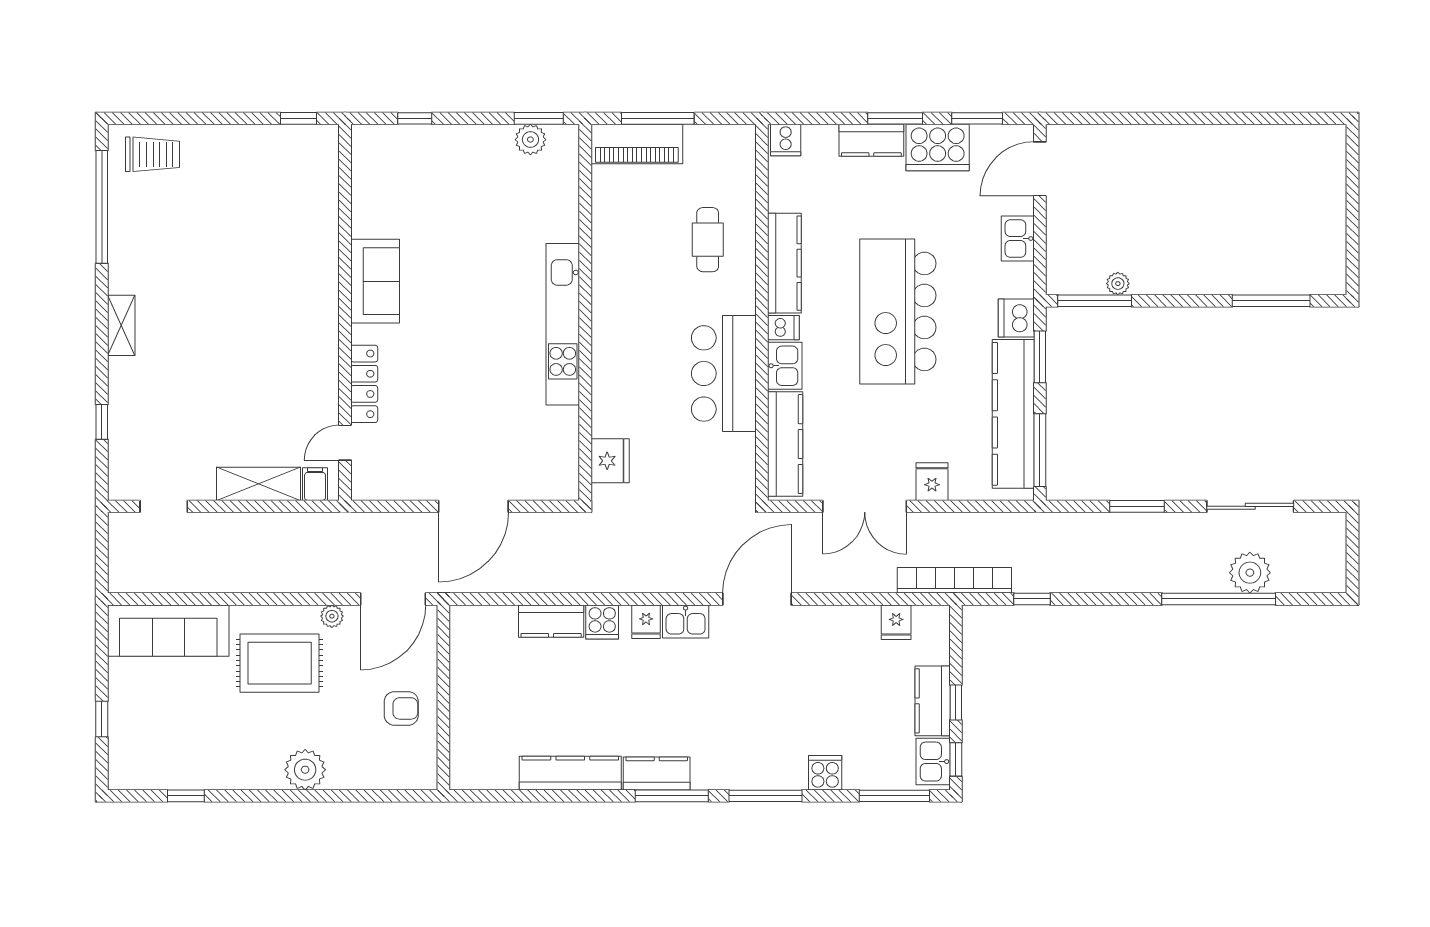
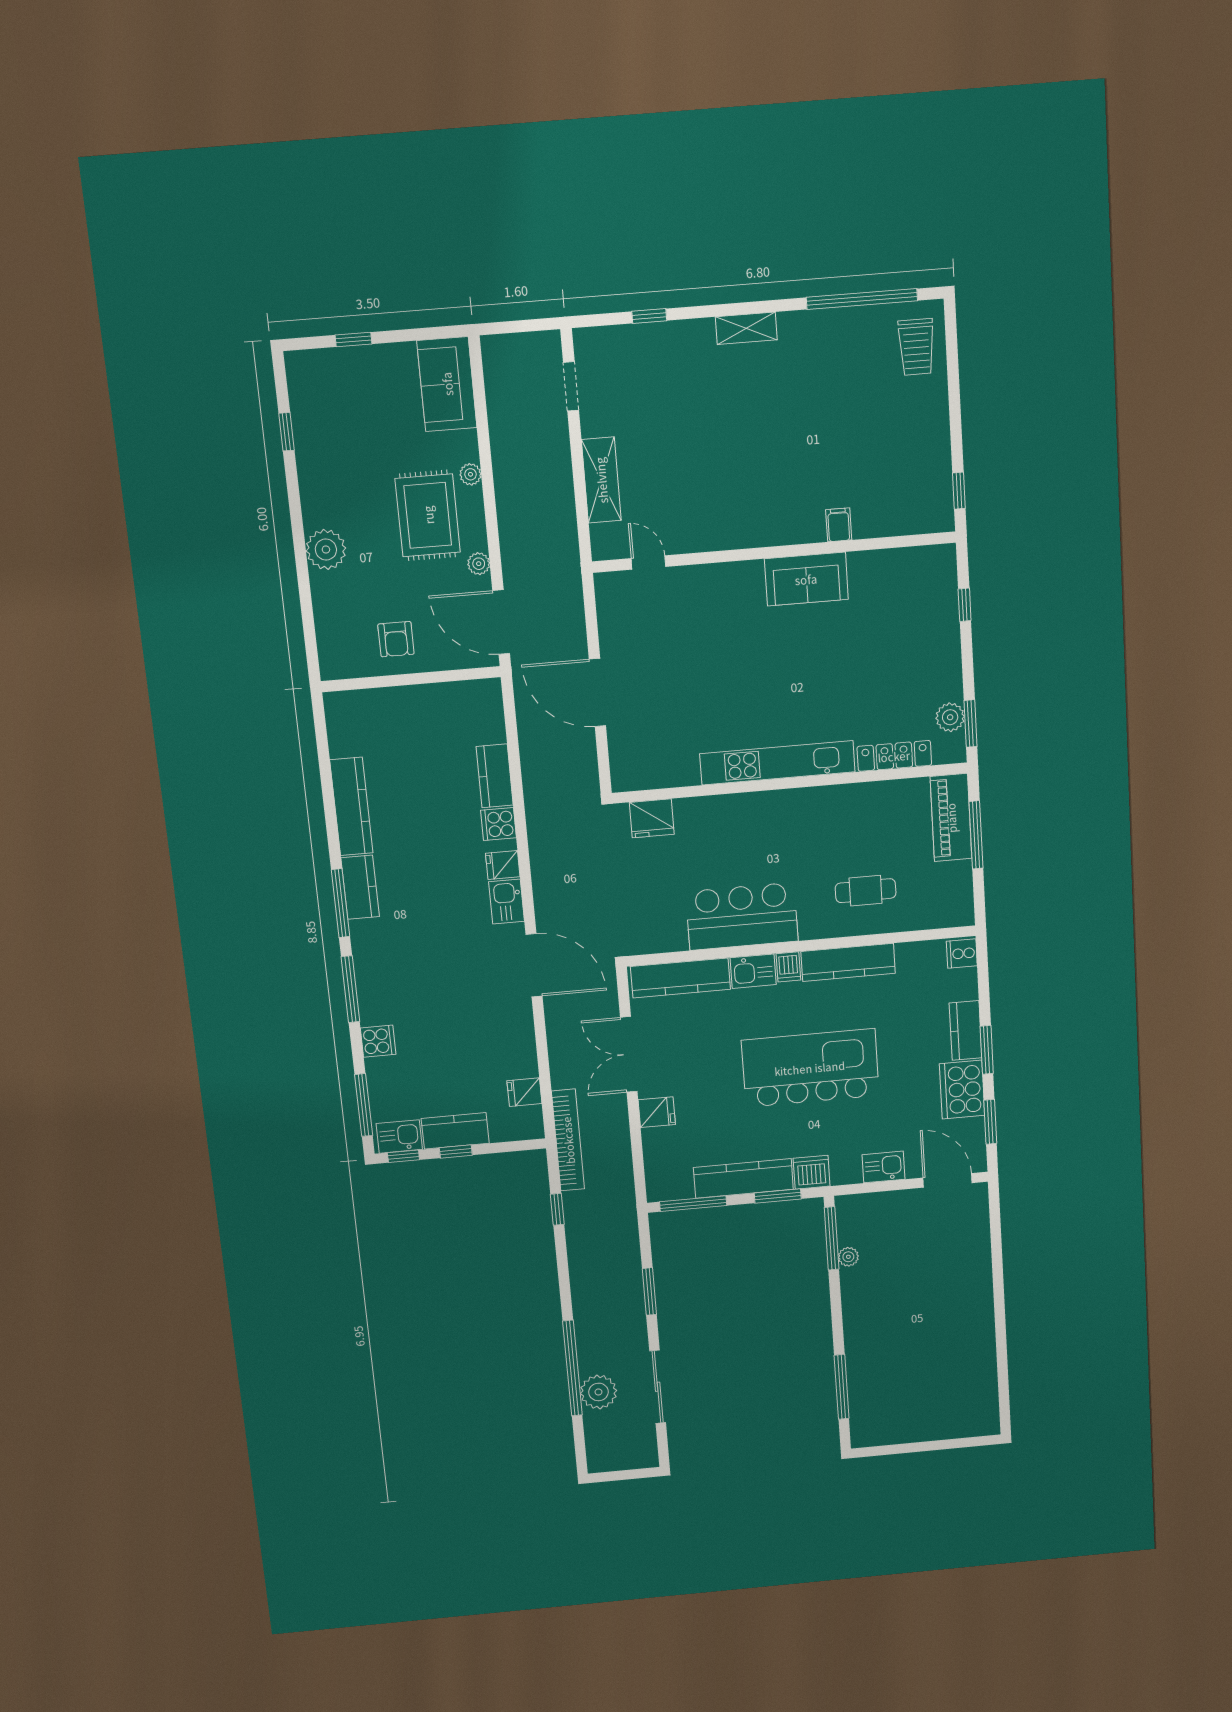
locker: (364, 384) -> (894, 756), moved, turned 180
kitchen counter: (1013, 414) -> (743, 1178), width x0.72, depth x0.86
filing cabinet: (315, 484) -> (839, 525), moved, turned -90
plant: (242, 616) -> (470, 474), added
sofa: (168, 631) -> (447, 384), width x0.73

